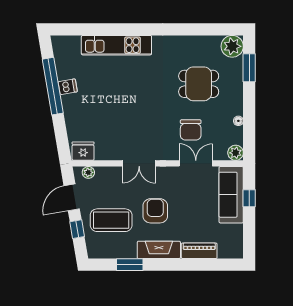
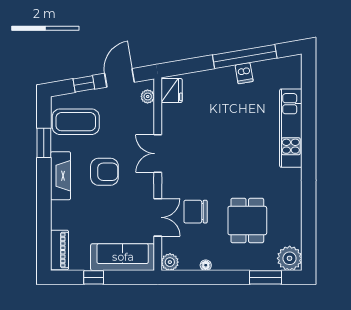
door: (72, 197) -> (120, 78), hinge flipped
window: (249, 198) -> (94, 277), moved
coffee table: (111, 220) -> (76, 122), moved, turned 90
piano: (199, 251) -> (60, 250), moved

